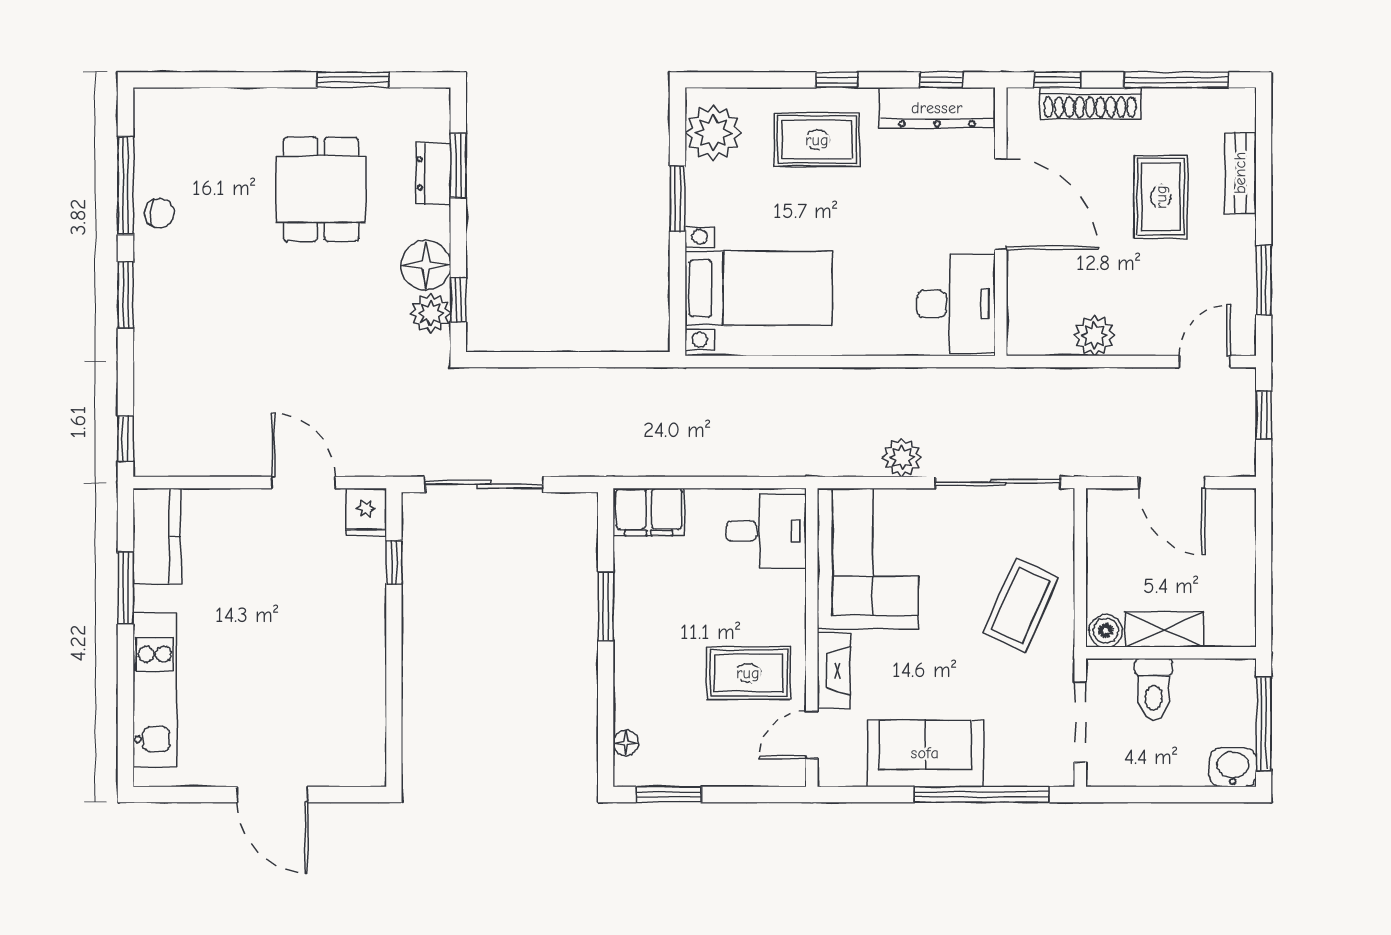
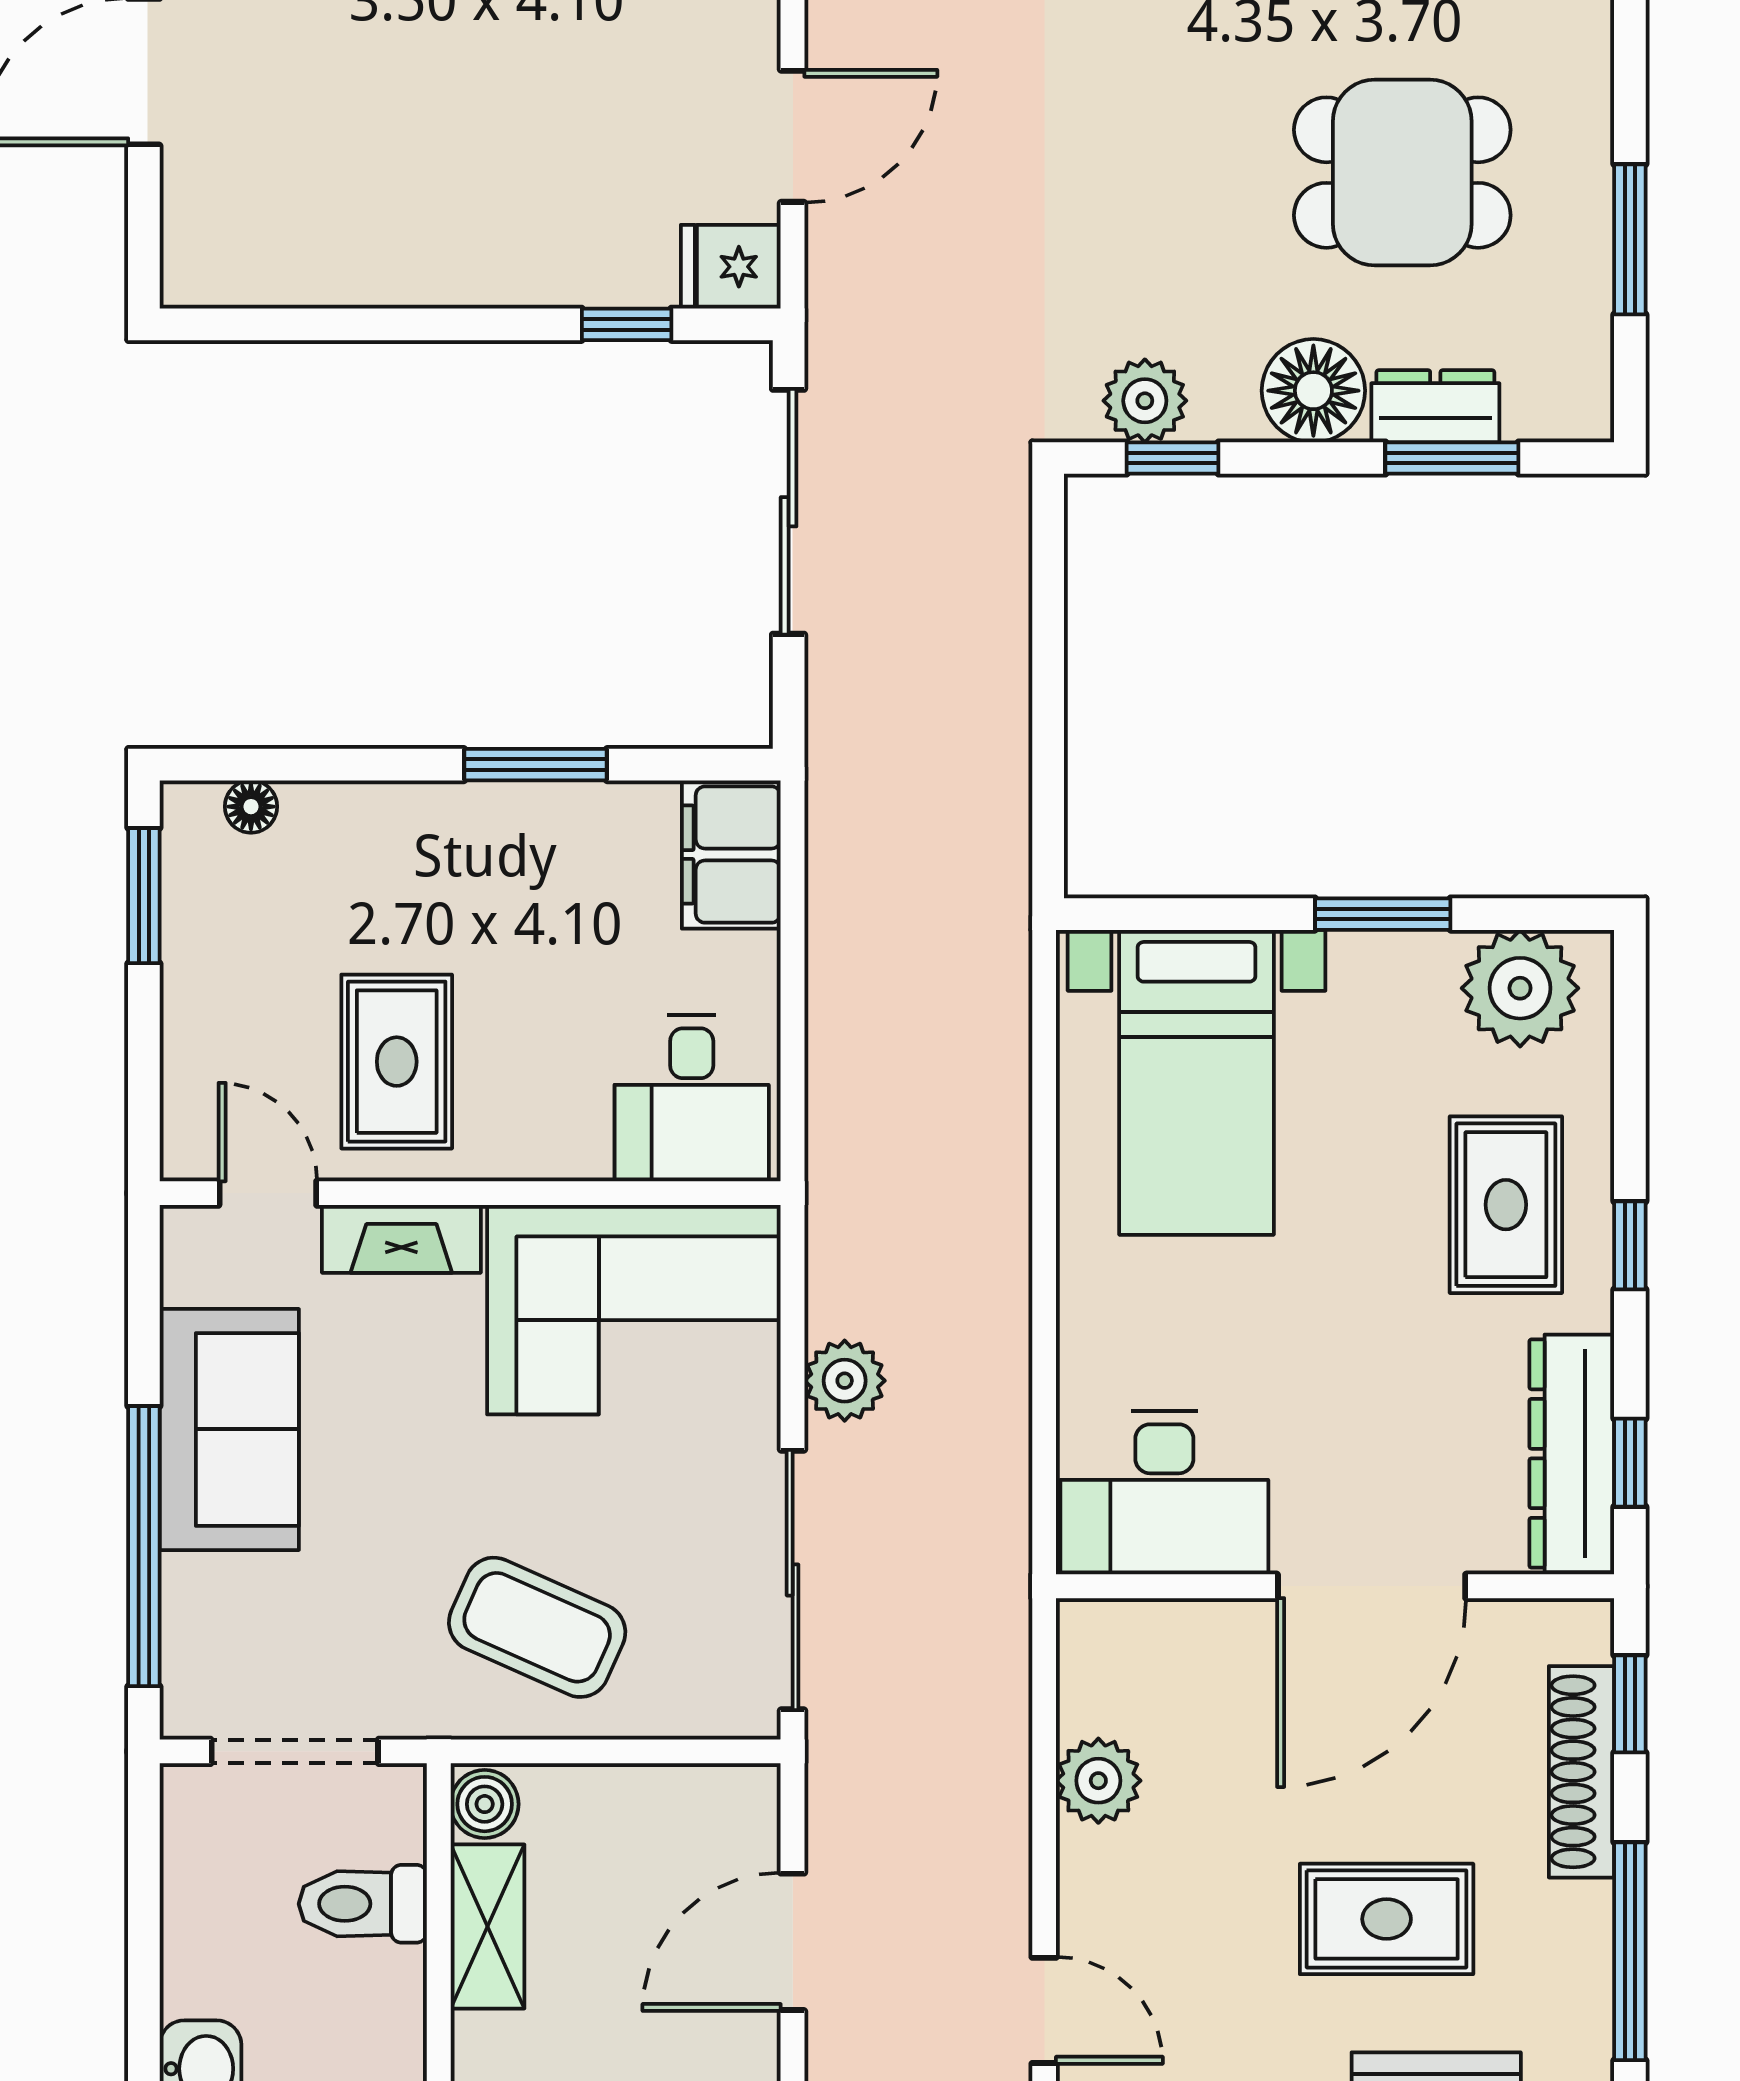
floor lamp: (426, 265) -> (1313, 391), moved

